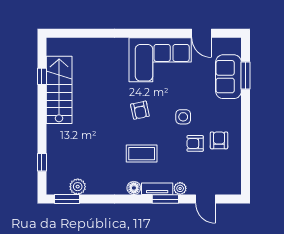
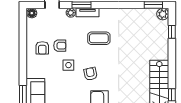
armchair: (140, 110) -> (90, 74), moved
plant: (78, 187) -> (163, 14), moved
floor lamp: (134, 188) -> (32, 13), moved

